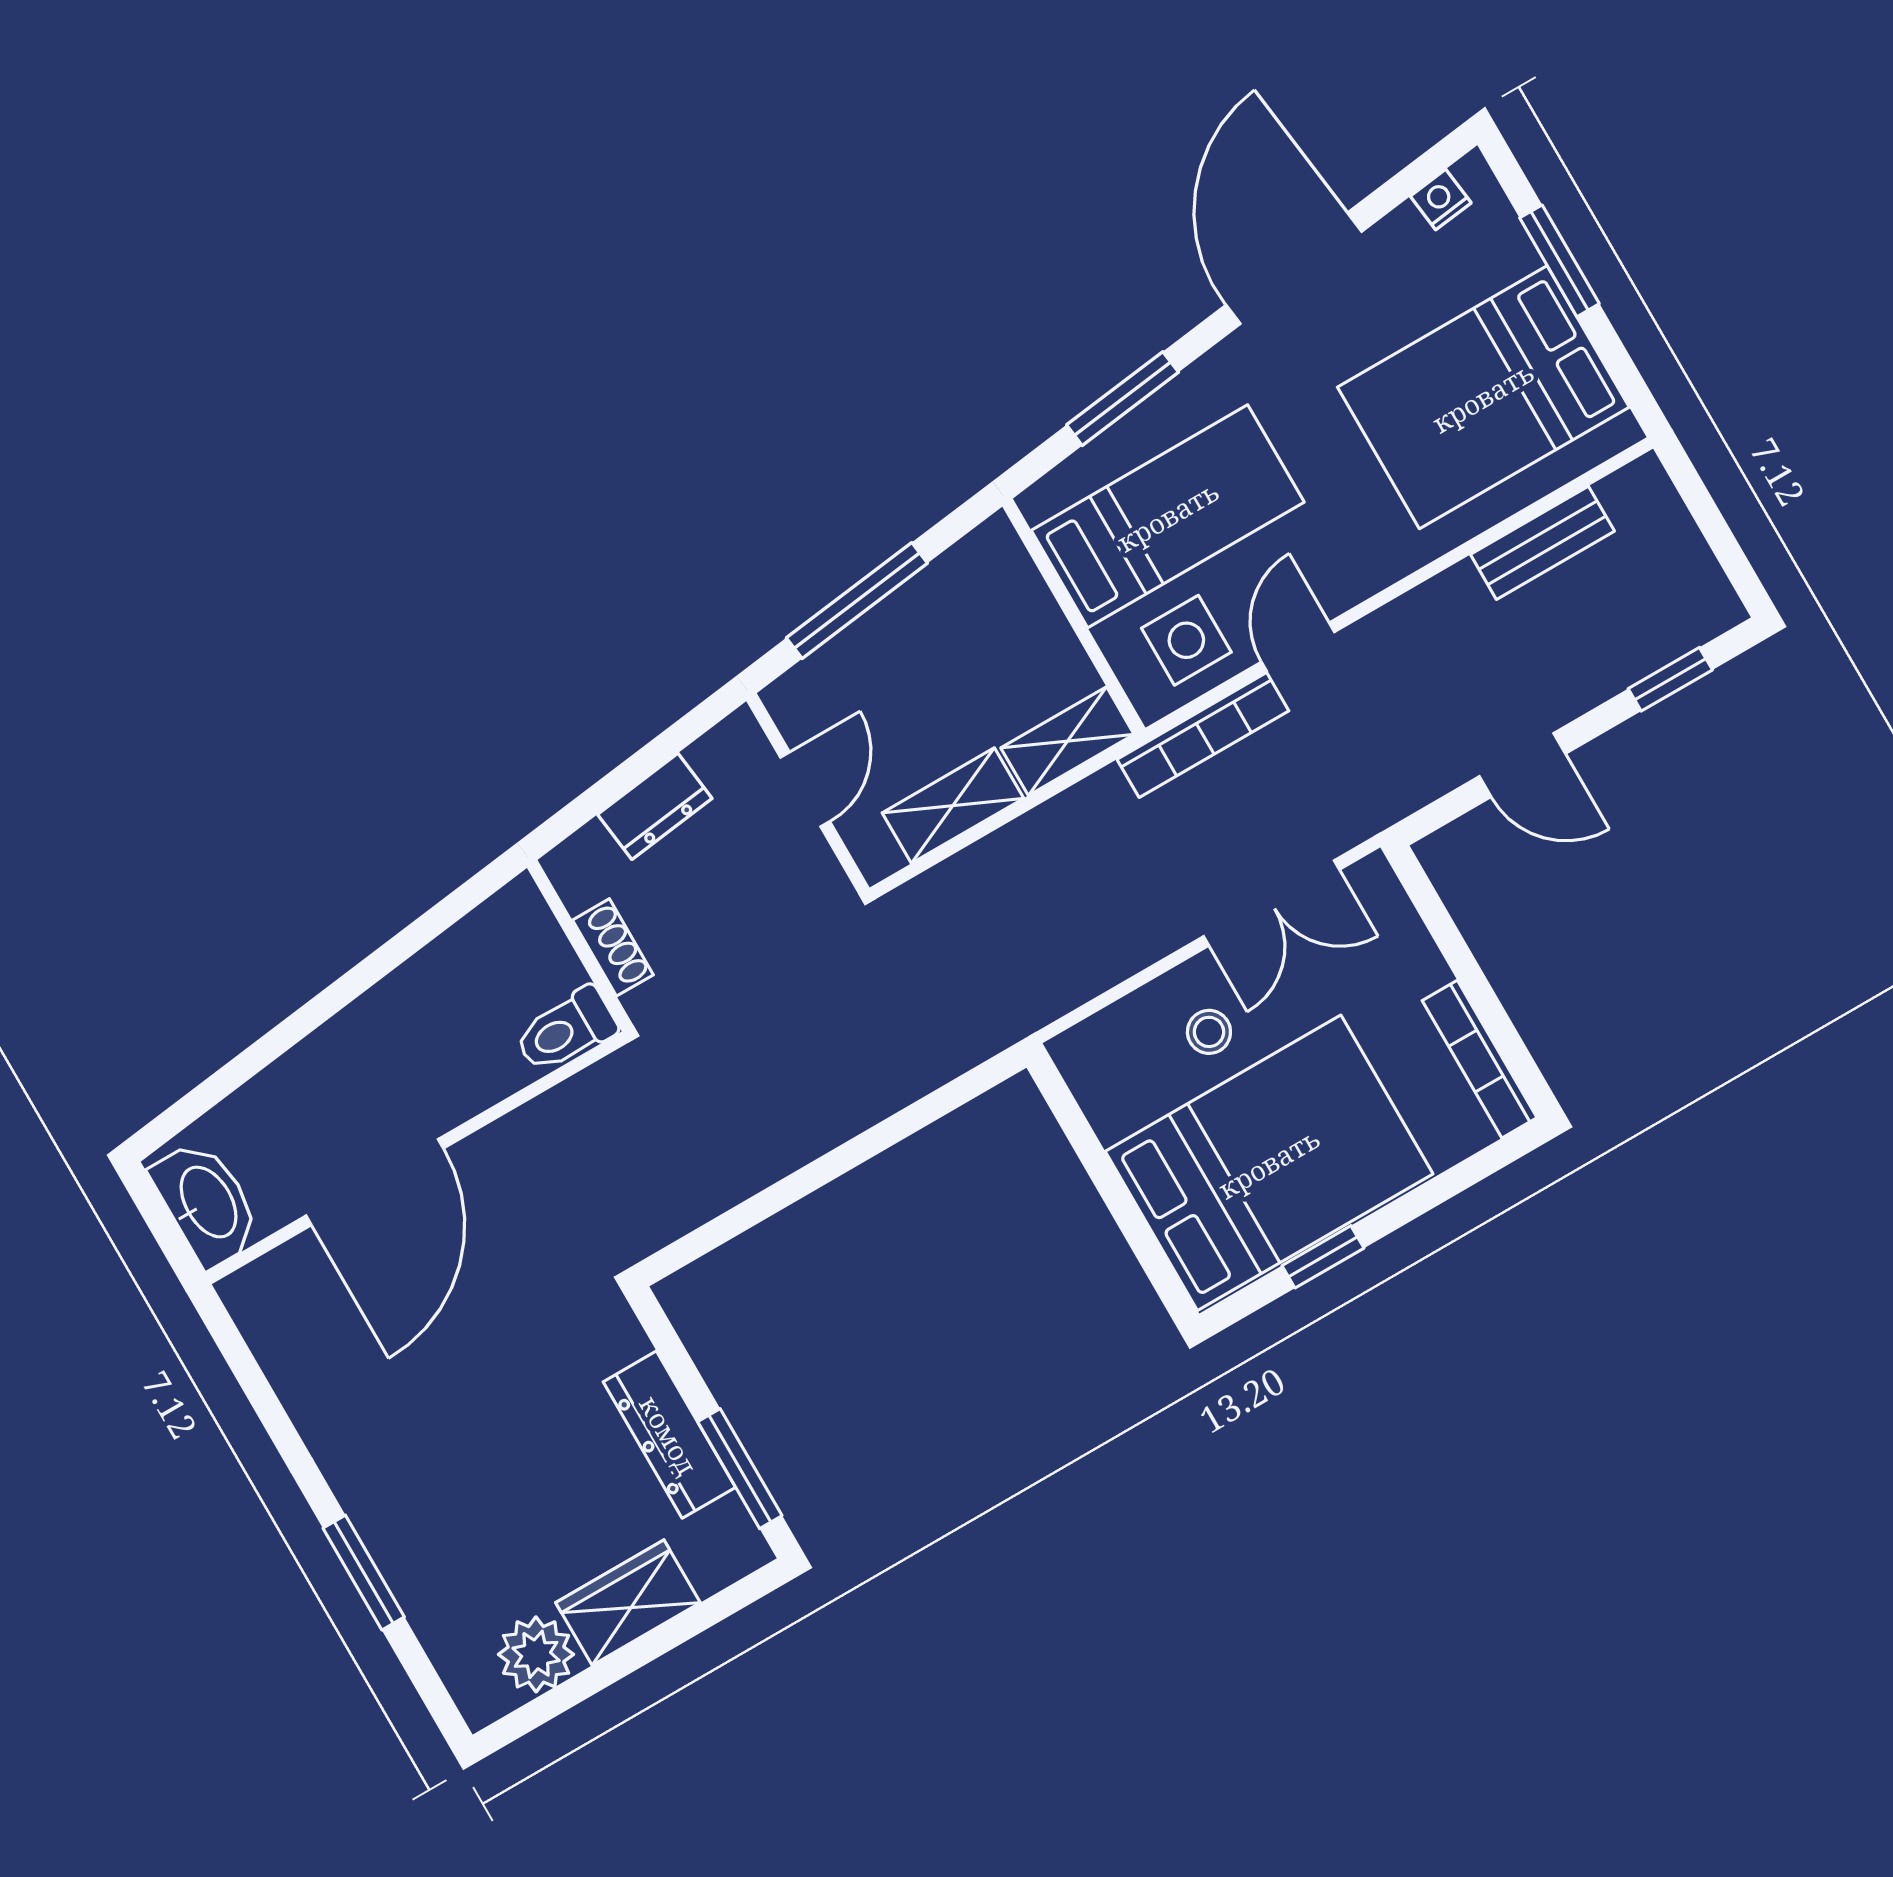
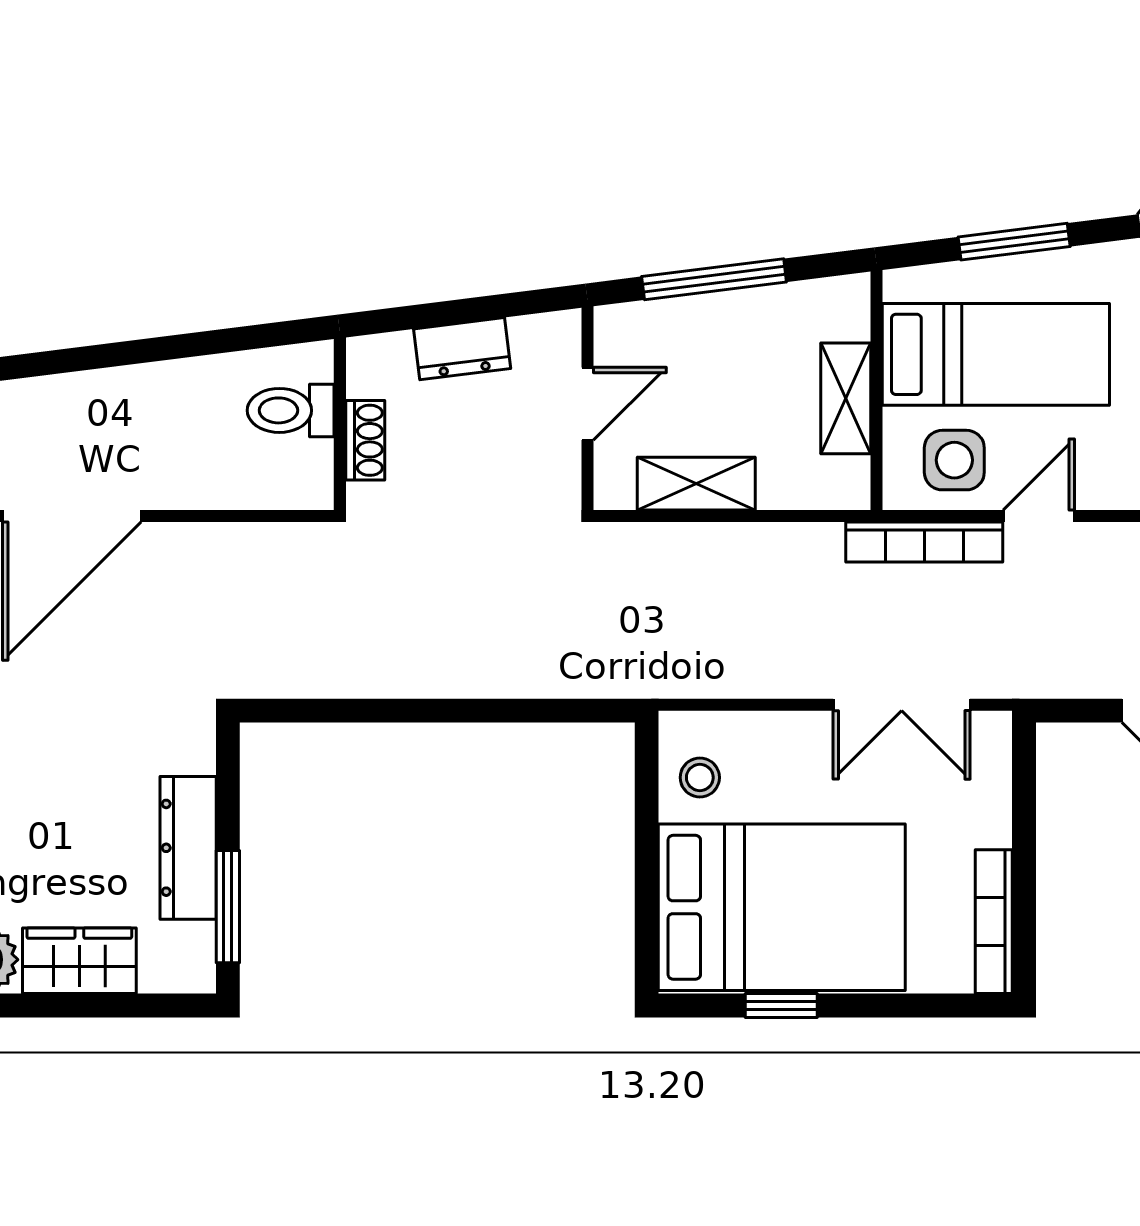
shelving: (1067, 741) -> (846, 398), moved, turned 90
toilet: (566, 1030) -> (291, 410), moved
stool: (1209, 1032) -> (700, 778), moved

